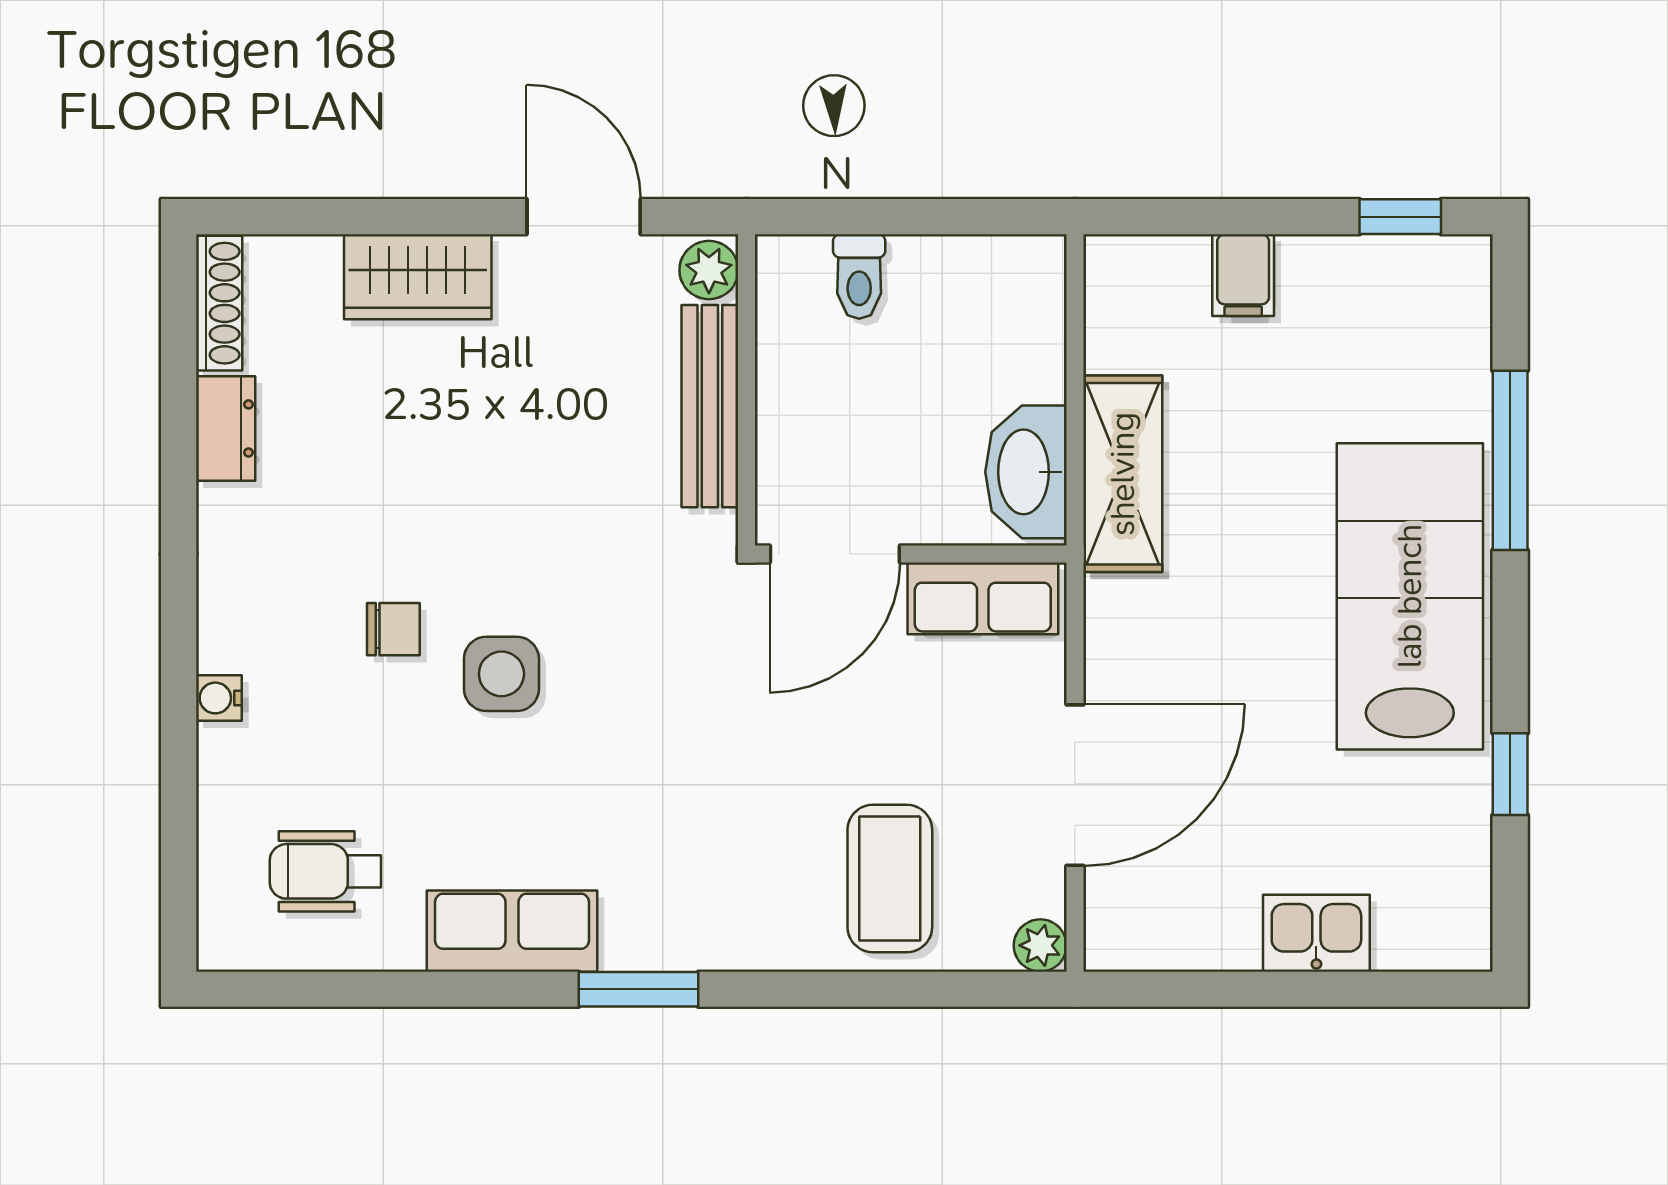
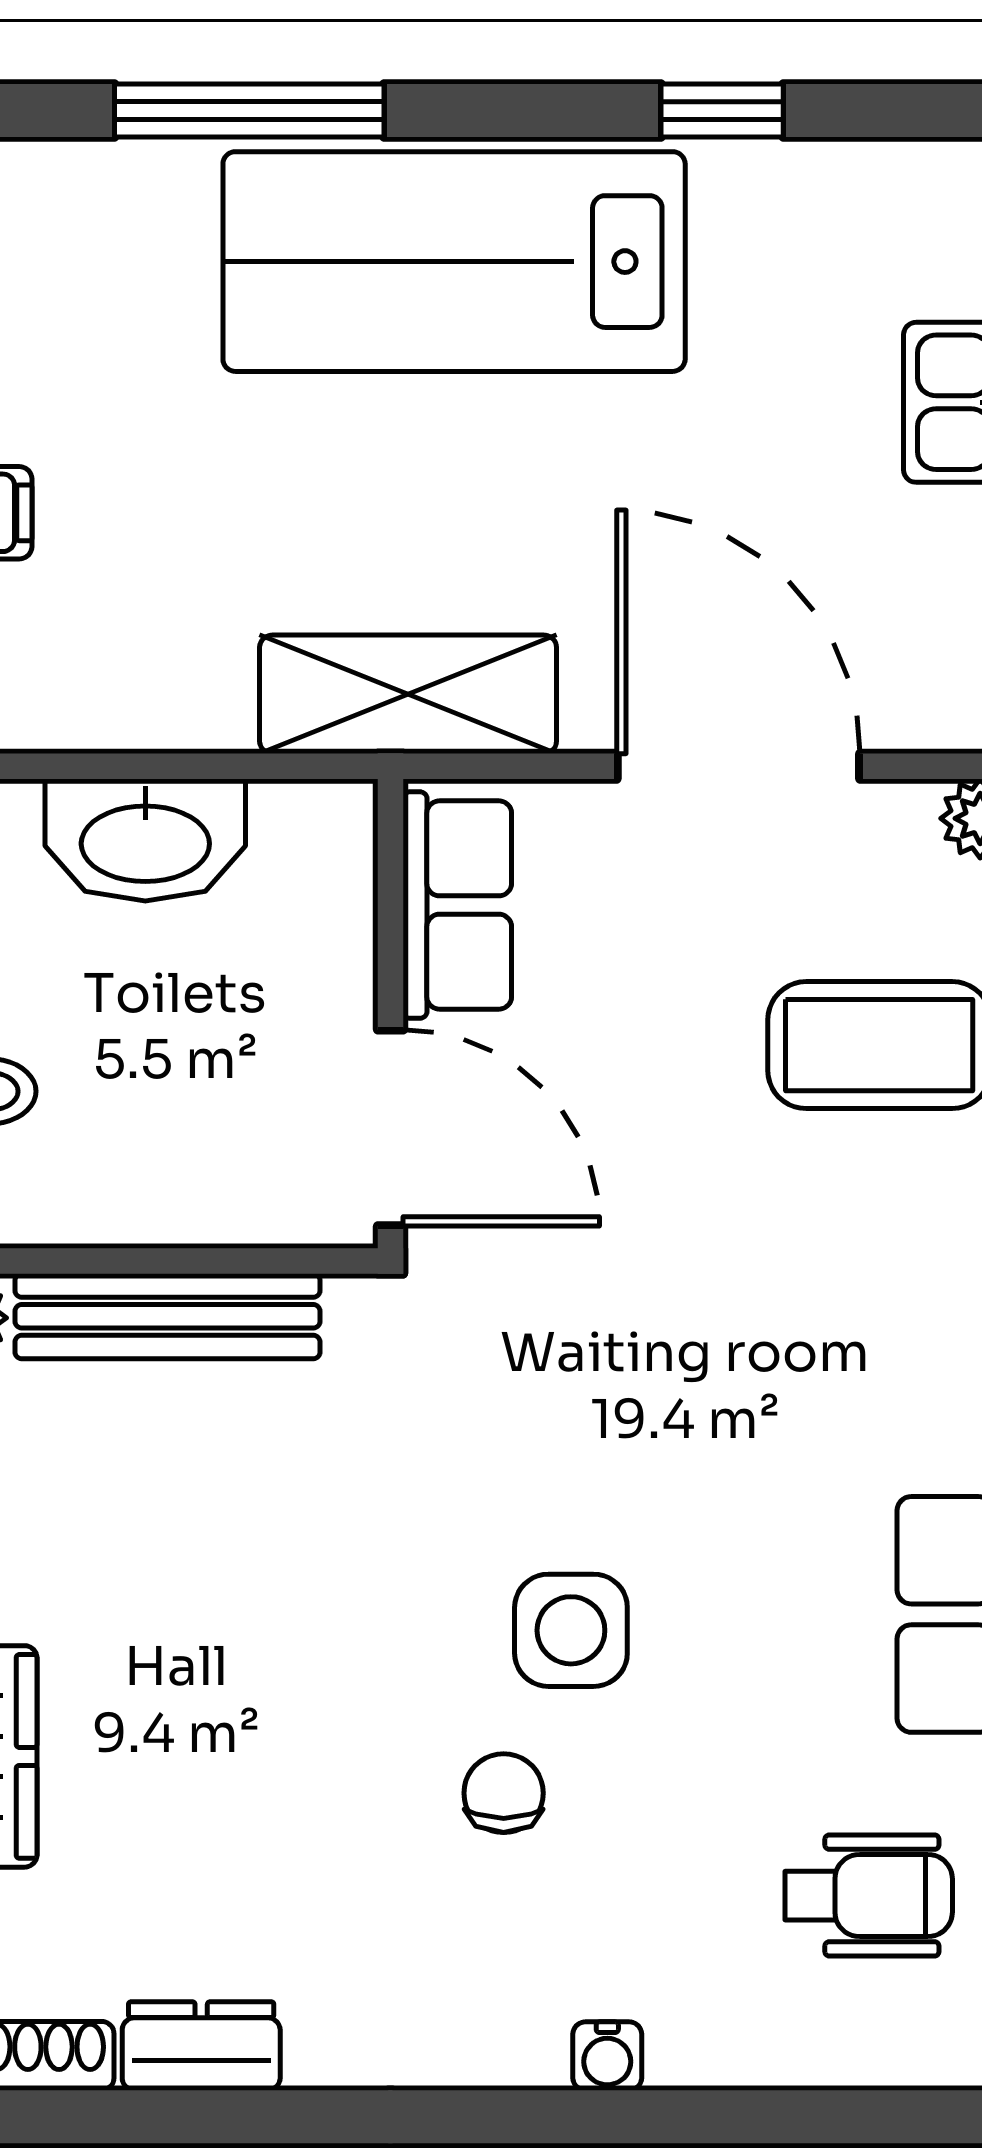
washbasin: (1026, 472) -> (145, 840), moved
shelving: (1123, 474) -> (408, 694), moved
wheelchair: (325, 871) -> (869, 1896), turned -90

